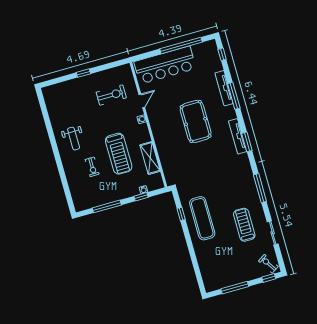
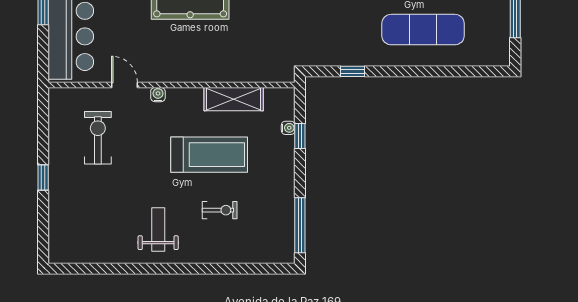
weight bench: (74, 139) -> (158, 230), turned -90
window: (107, 206) -> (300, 225), moved
exercise mat: (202, 218) -> (423, 30), moved

